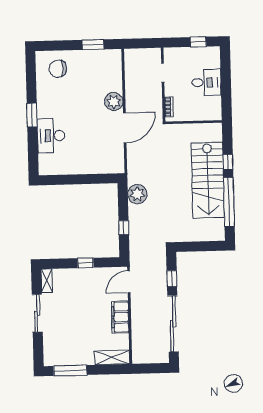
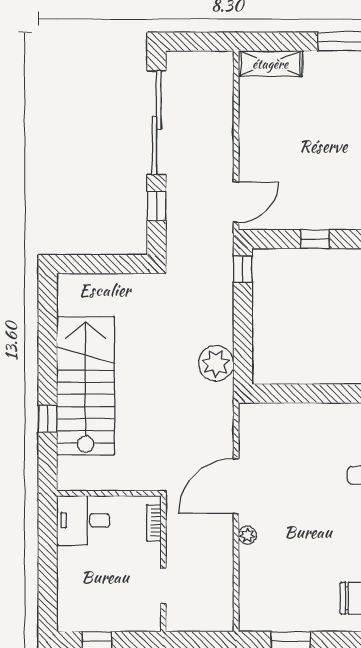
desk: (206, 82) -> (83, 520), moved
plant: (114, 101) -> (247, 535), width x0.53, depth x0.53
window: (229, 202) -> (48, 345), removed
window: (124, 228) -> (243, 269), moved
filing cabinet: (120, 317) -> (254, 138), removed

